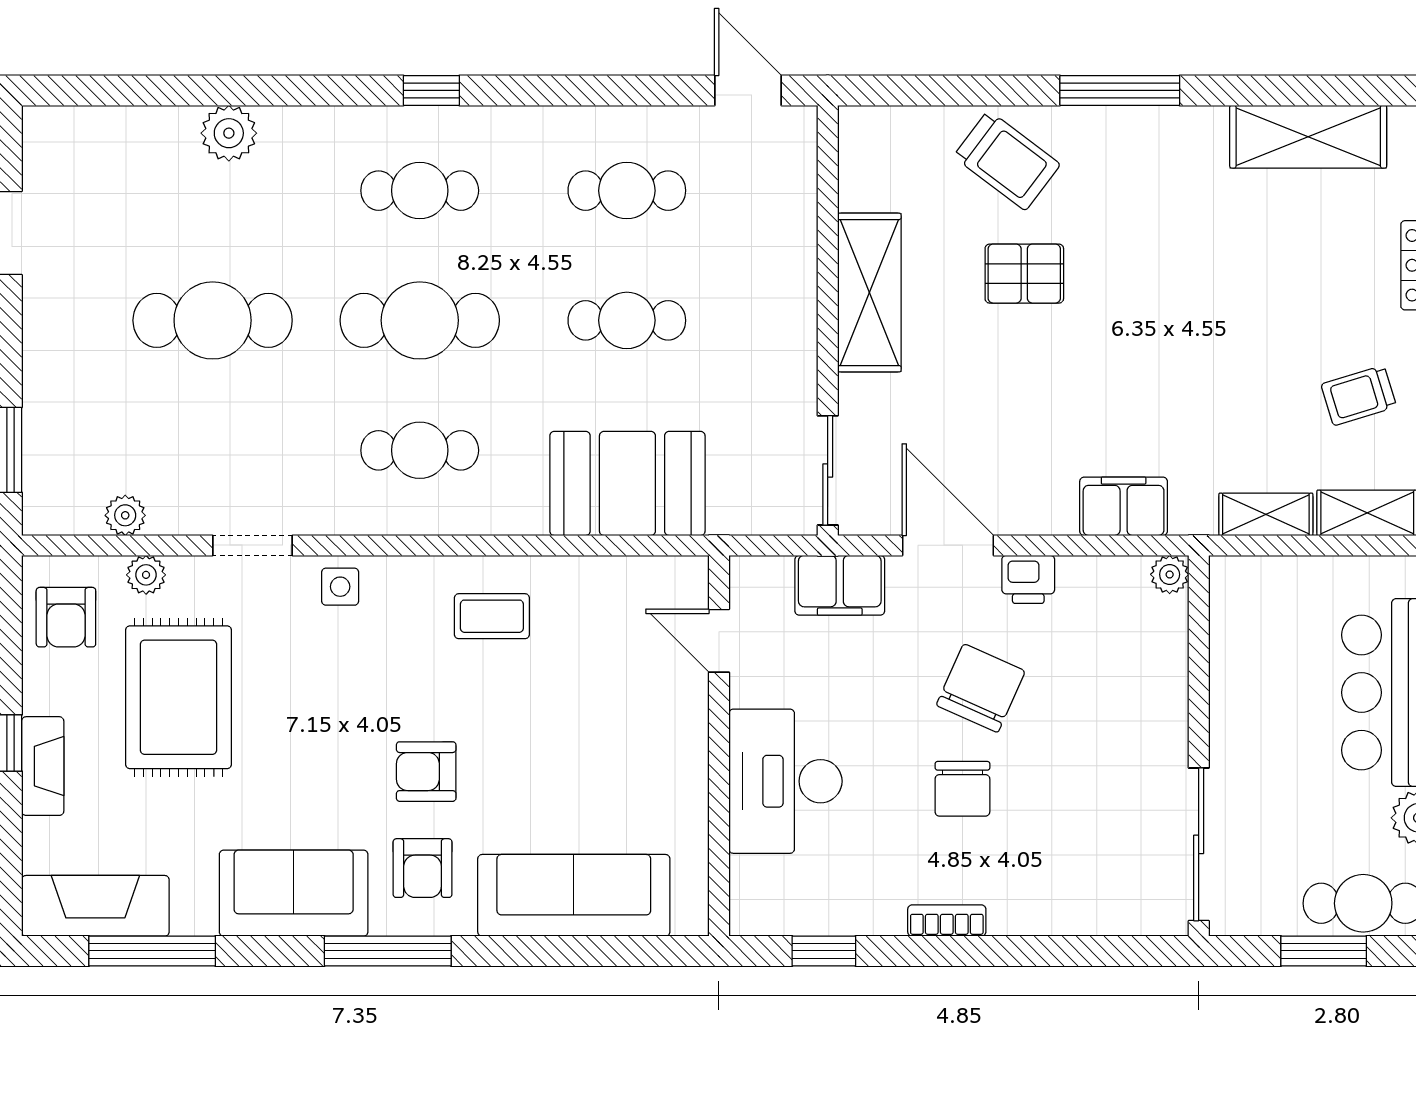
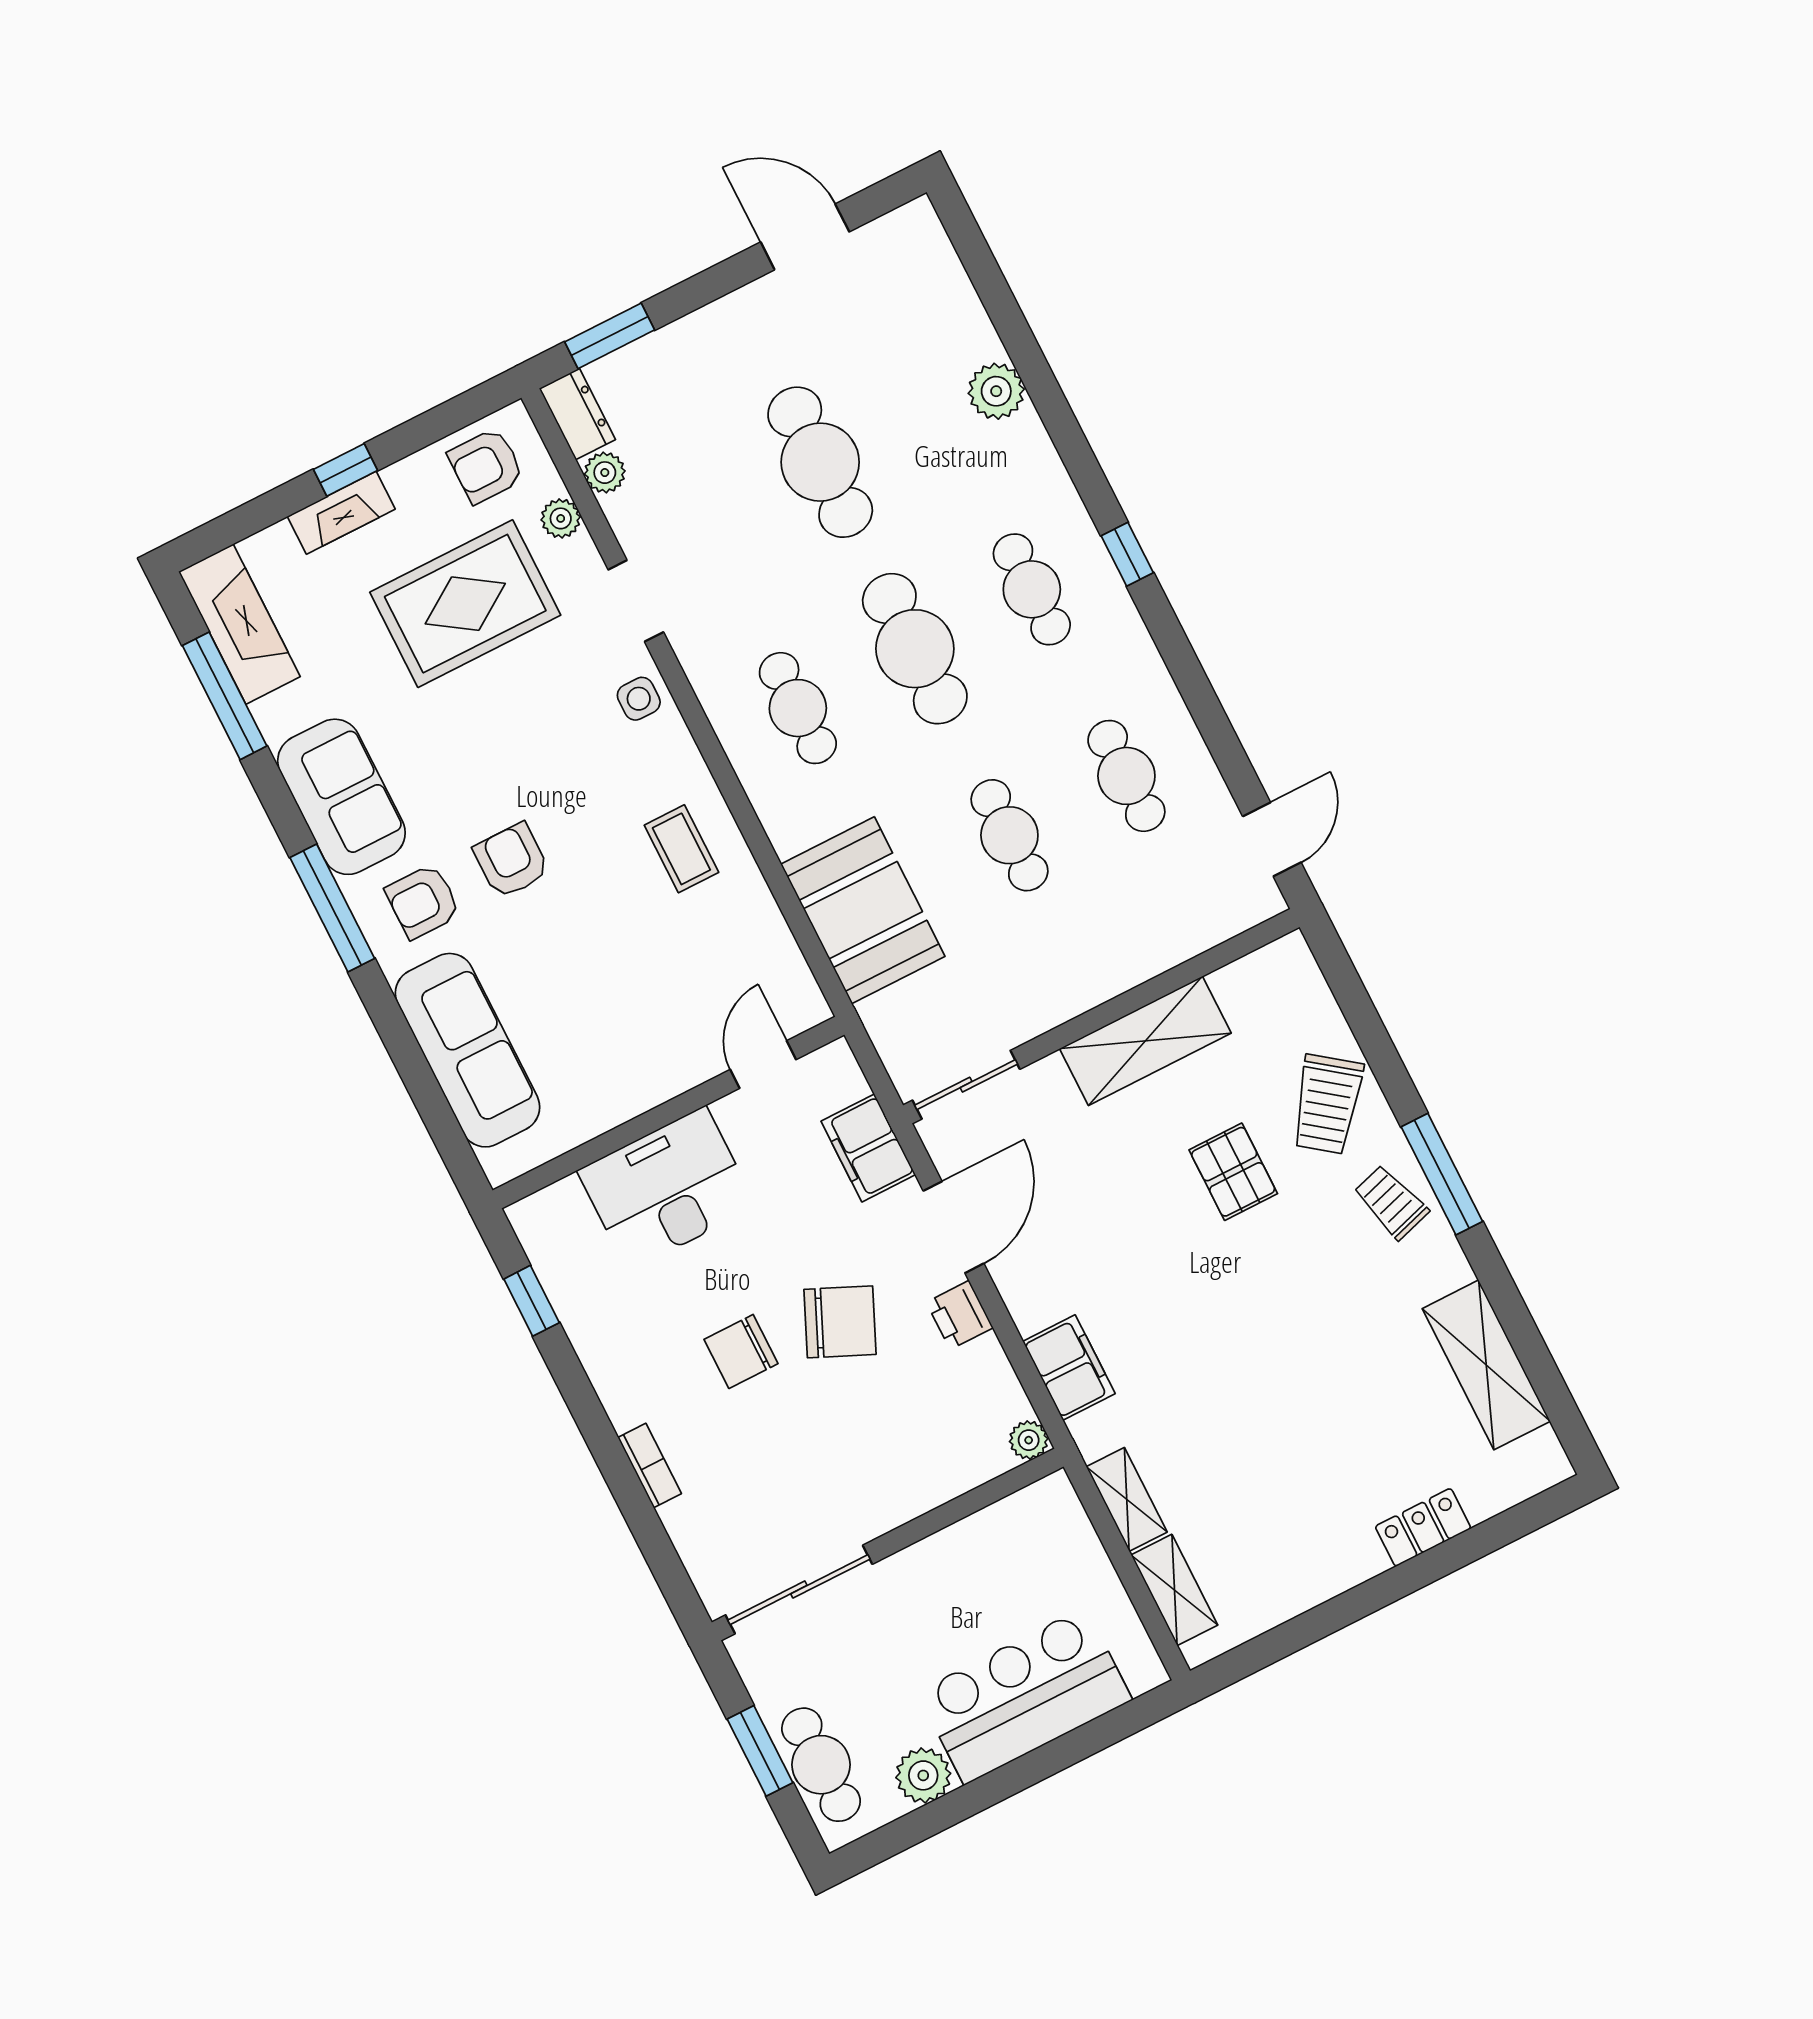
trolley: (1359, 395) -> (1391, 1202), moved
dresser: (61, 513) -> (577, 414), added
bookcase: (947, 921) -> (650, 1466), moved

